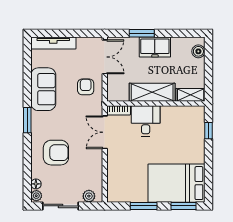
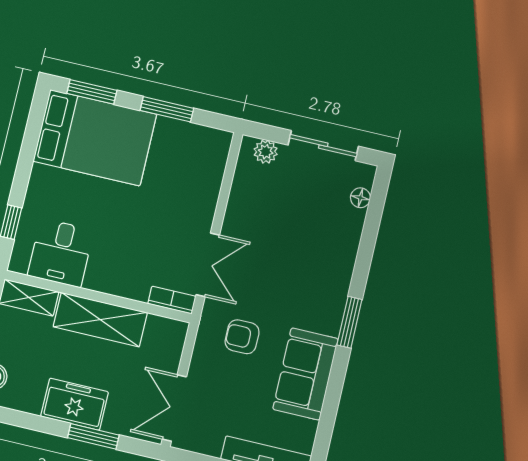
armchair: (86, 87) -> (242, 337), moved, turned 90
desk: (146, 121) -> (61, 253), moved
armchair: (56, 153) -> (309, 248), removed
plant: (36, 196) -> (365, 176), removed

